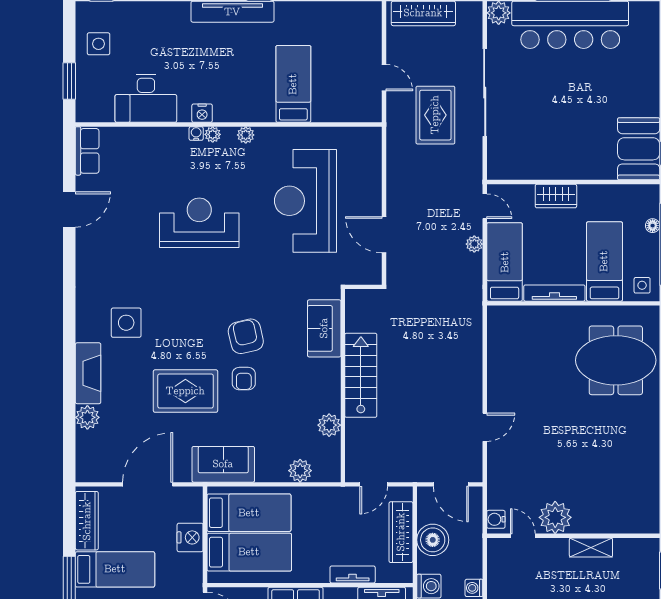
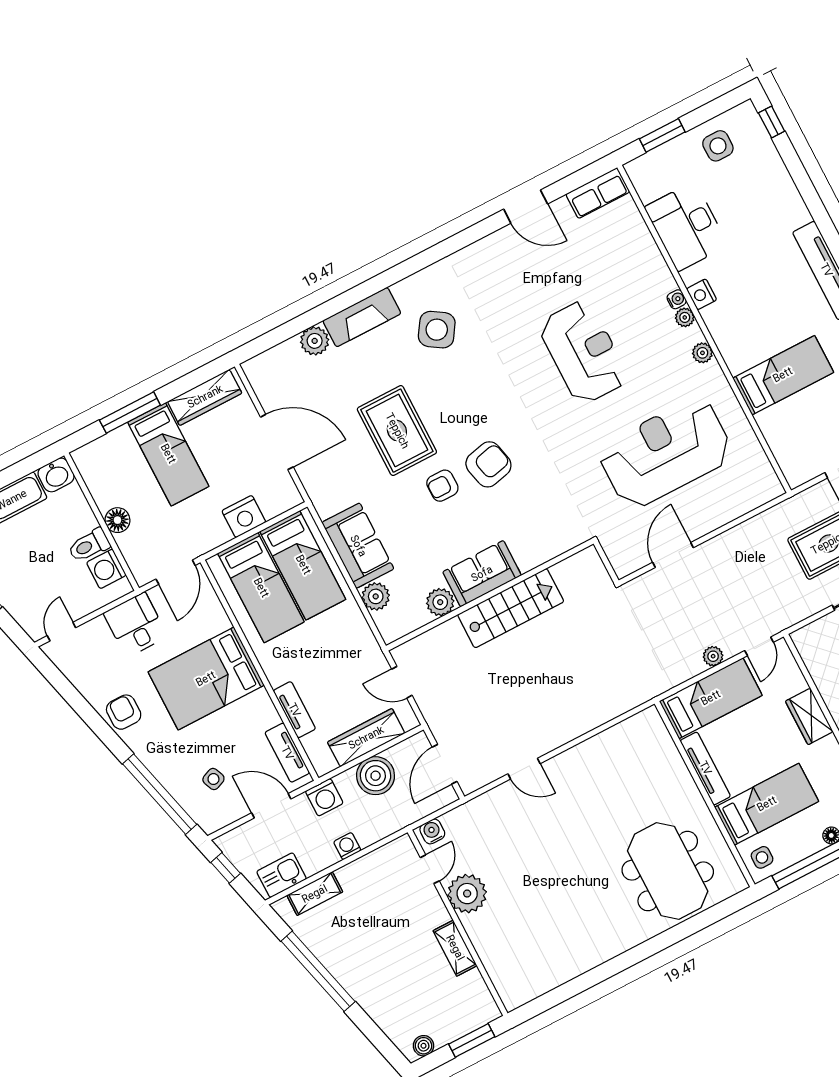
side table: (126, 323) -> (437, 330), turned 33
sofa: (324, 328) -> (482, 574), moved
sofa: (223, 464) -> (358, 546), moved

